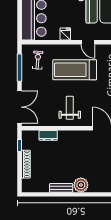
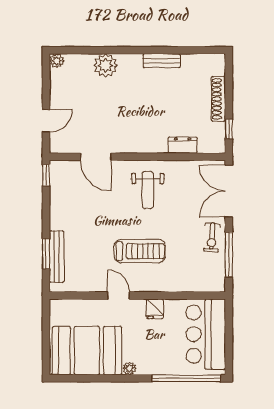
exercise bike: (38, 60) -> (212, 237), moved
treadmill: (75, 70) -> (140, 251), width x0.73, depth x0.73
plant: (81, 185) -> (105, 65), moved

